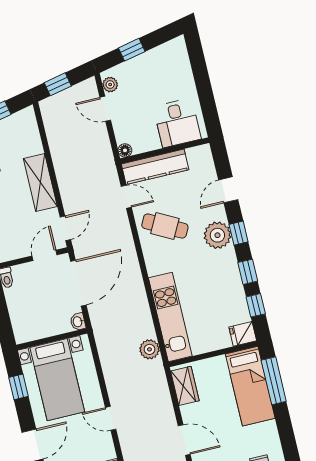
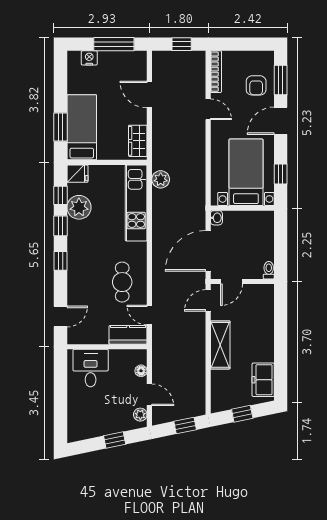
floor lamp: (125, 150) -> (141, 371), moved
kitchen counter: (155, 167) -> (128, 335), width x0.67
door: (228, 190) -> (60, 316), moved
cafe table: (165, 226) -> (122, 282), turned 62
plant: (217, 235) -> (79, 207), moved
window: (274, 381) -> (60, 127), width x0.69
door: (111, 418) -> (208, 109), moved

